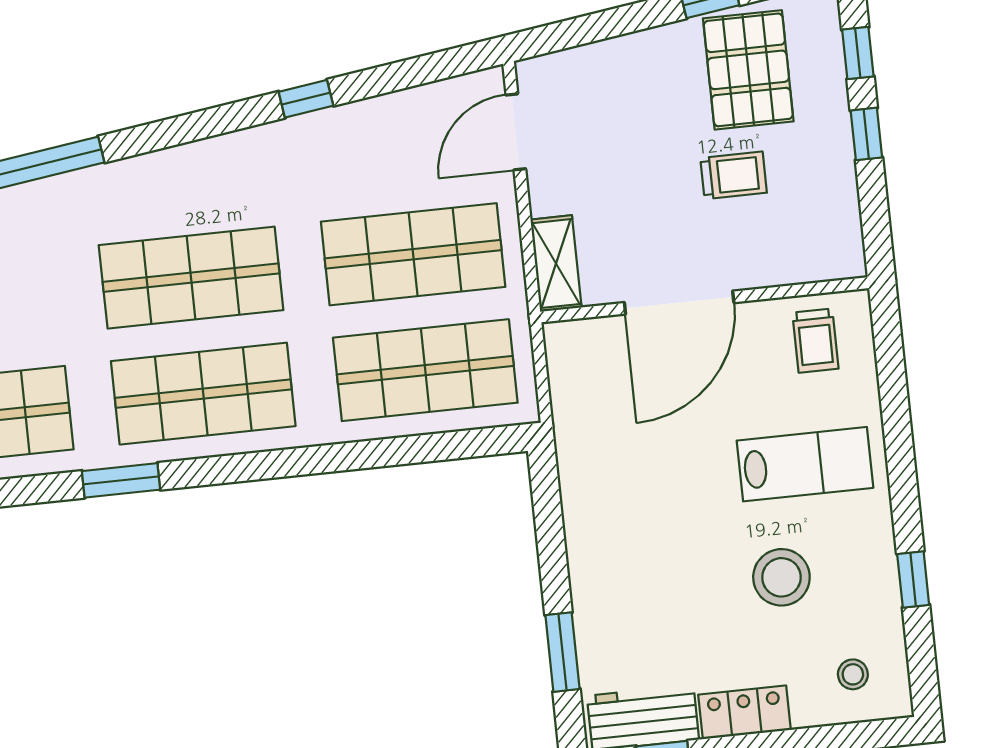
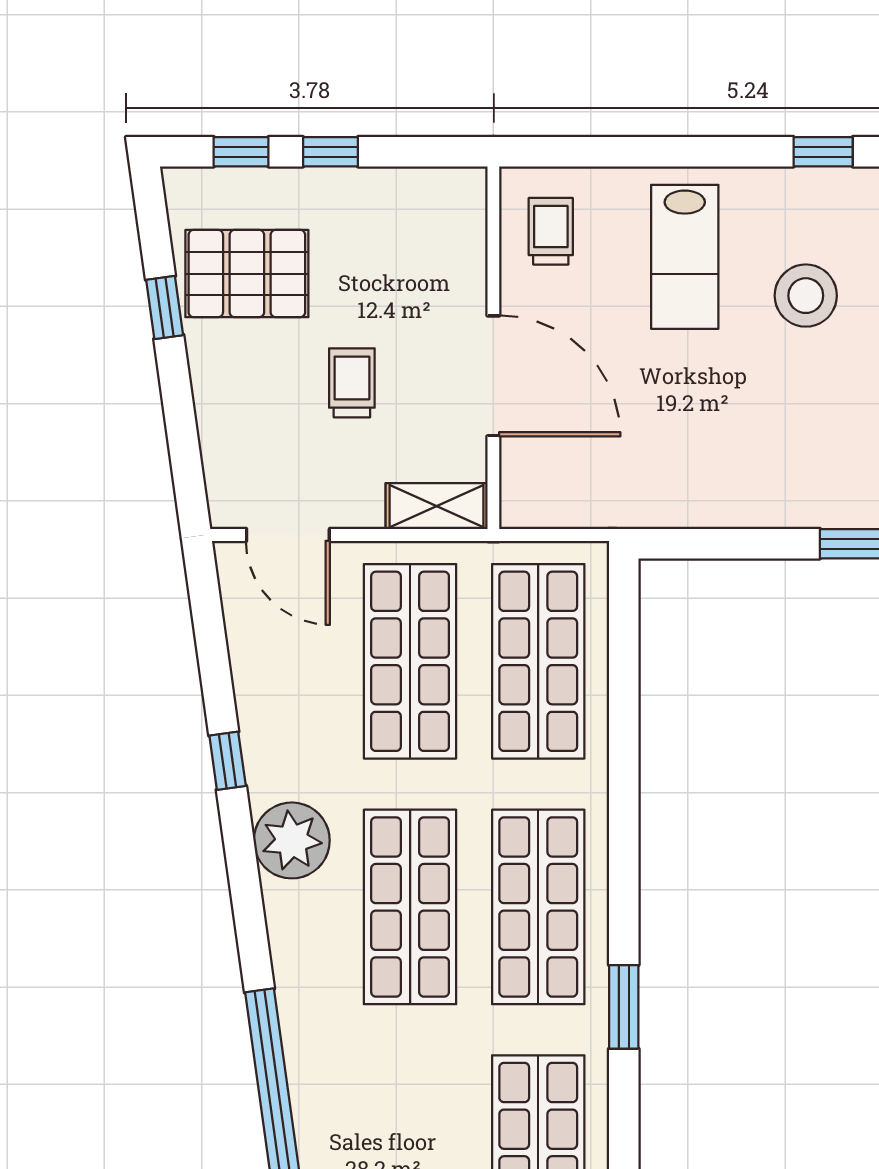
plant: (240, 164) -> (292, 840), added
trolley: (734, 175) -> (352, 383), moved
trolley: (815, 341) -> (551, 231), turned -90
lab bench: (805, 464) -> (685, 257), turned 180

